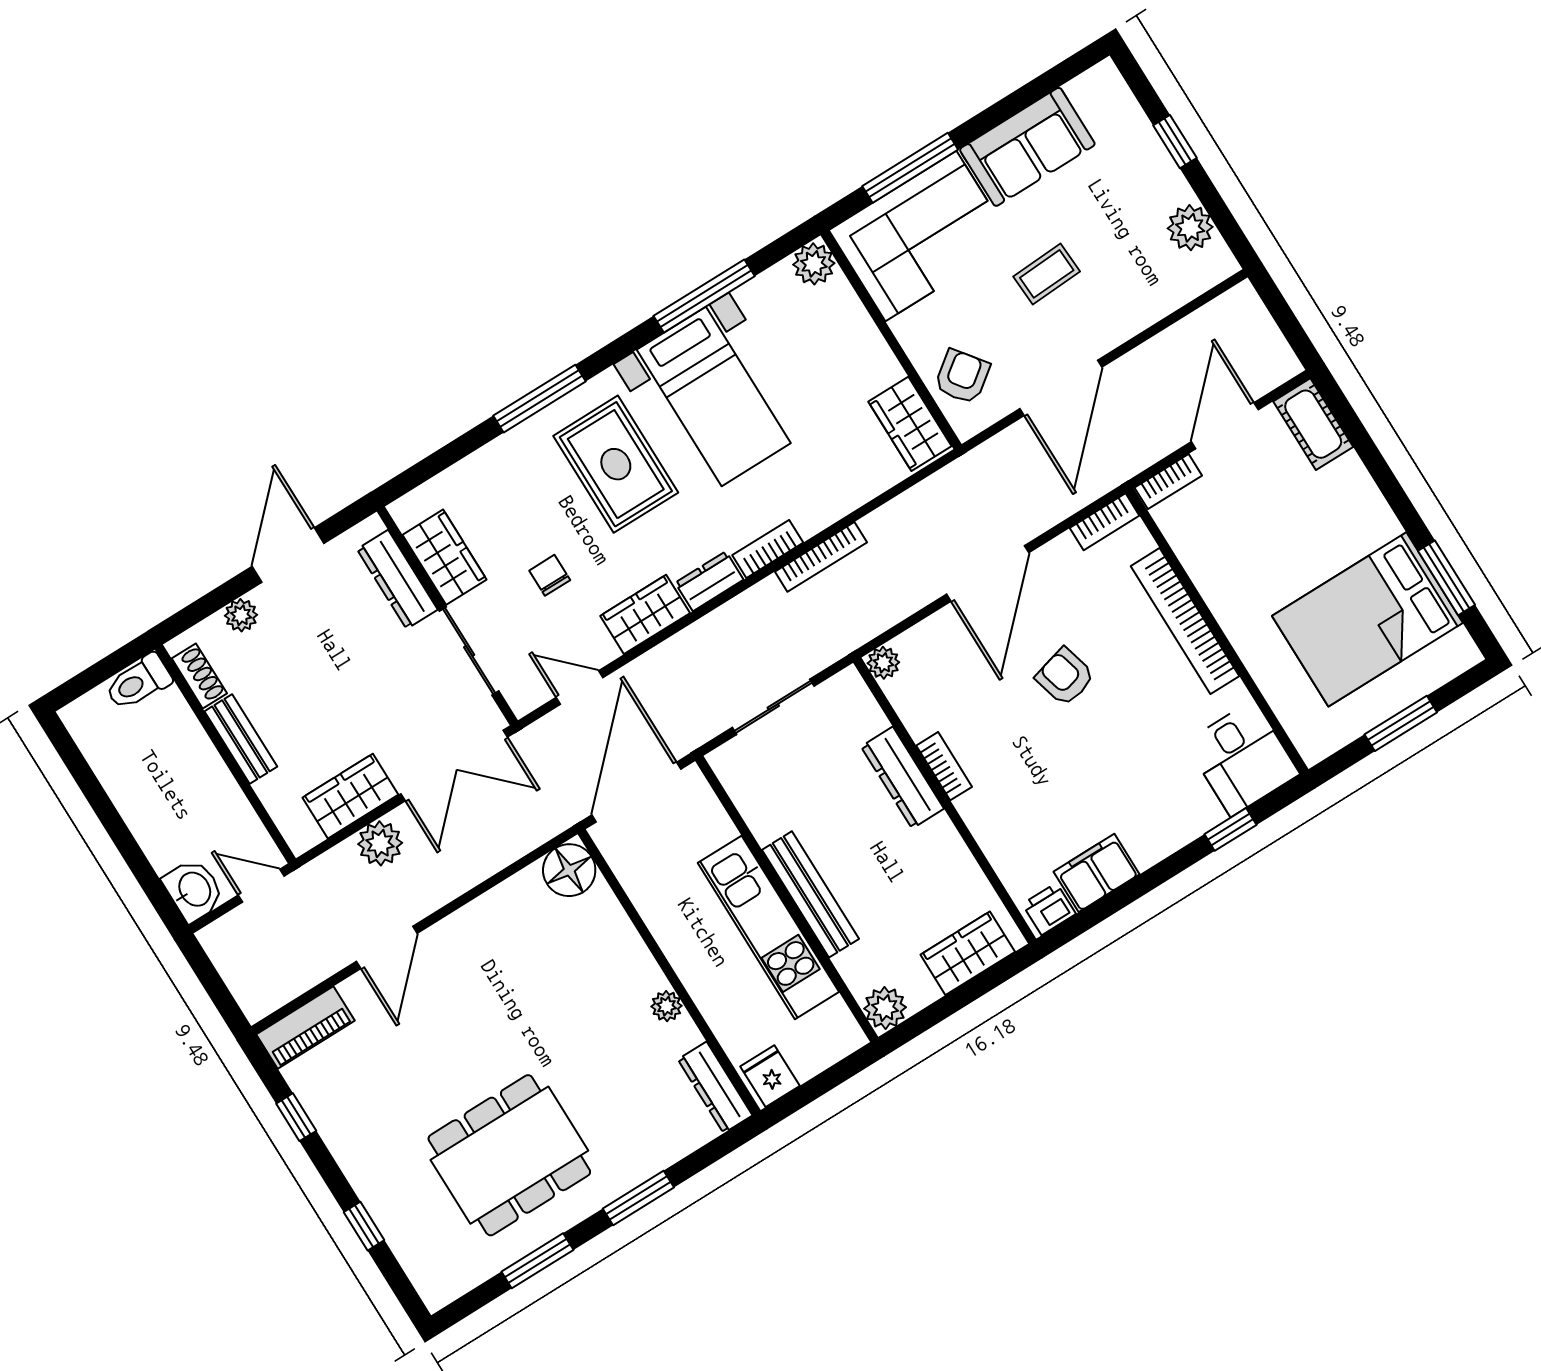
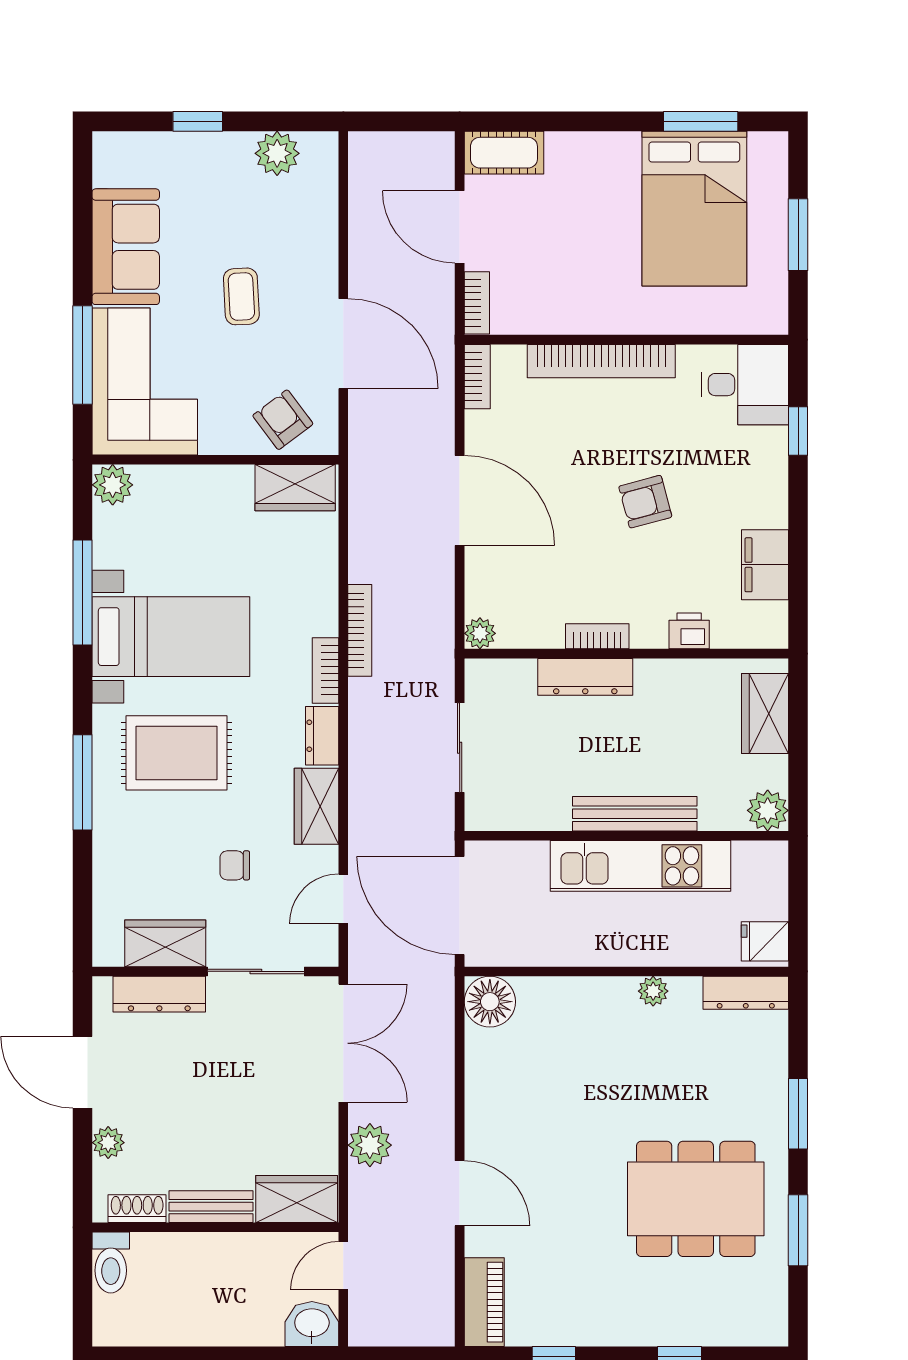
armchair: (1065, 677) -> (645, 502), moved
wardrobe: (350, 796) -> (297, 1199), moved, turned 90
printer: (1049, 909) -> (689, 631), moved, turned 90
dining table: (509, 1155) -> (696, 1199), turned 90

